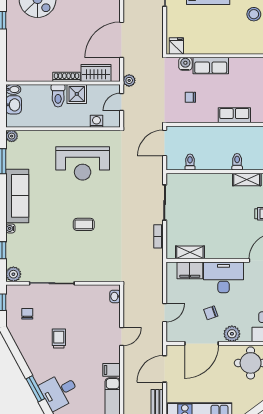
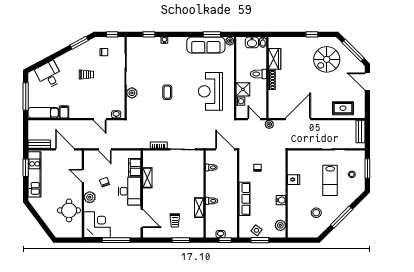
door: (122, 40) -> (298, 119), hinge flipped
fridge: (176, 46) -> (294, 180), moved
water cooler: (185, 64) -> (281, 200), moved
row of seats: (211, 66) -> (280, 182), removed
wardrobe: (96, 73) -> (275, 59), moved
shower: (77, 94) -> (243, 89), moved
row of seats: (234, 115) -> (245, 199), width x1.48
sofa: (17, 196) -> (206, 45), moved
shelving: (190, 252) -> (147, 178), moved
plant: (13, 274) -> (132, 93), moved
door: (122, 336) -> (100, 119), moved
door: (202, 343) -> (83, 176), width x0.53
window: (35, 389) -> (79, 43), moved

